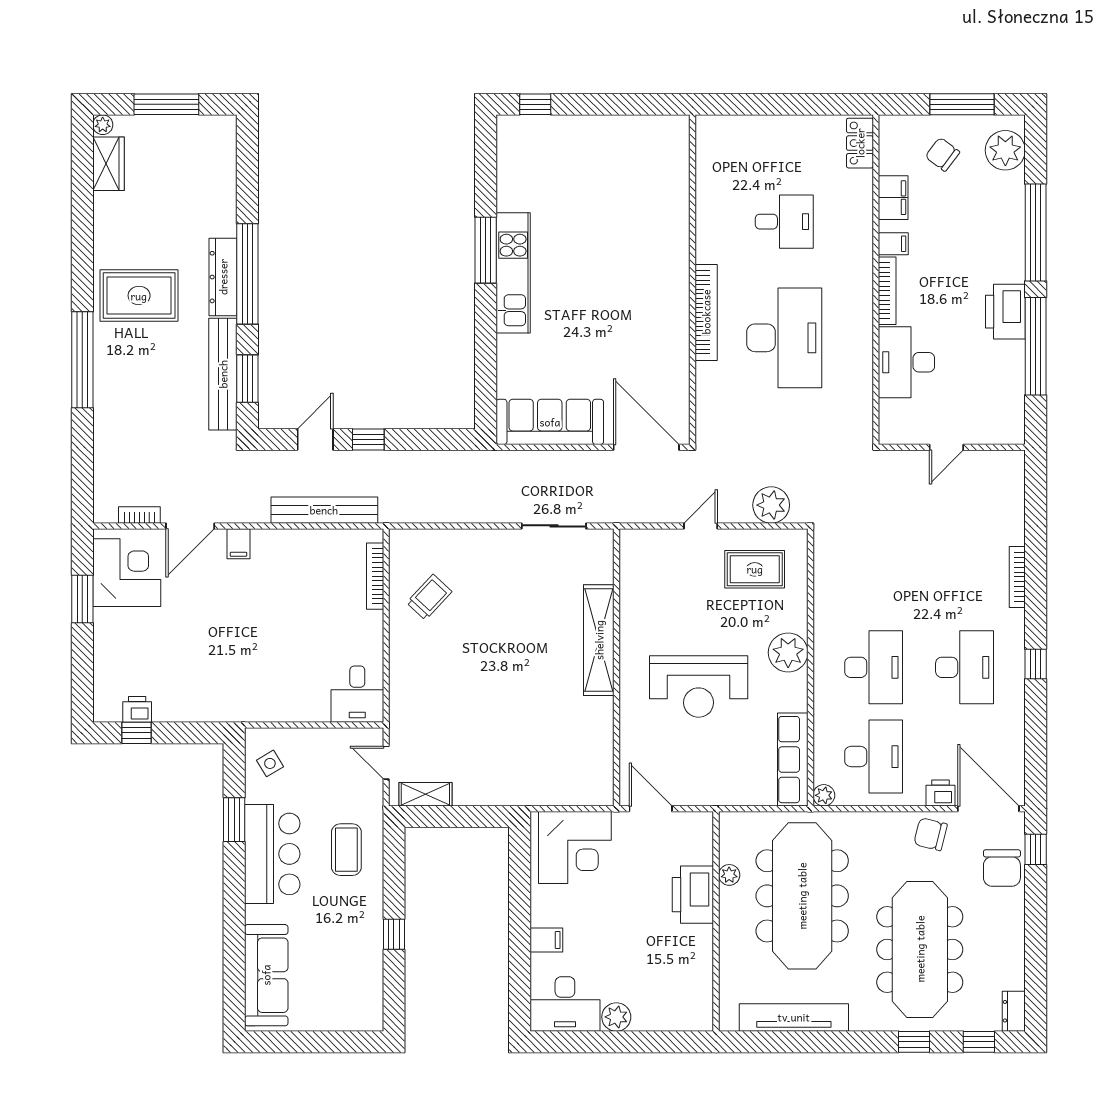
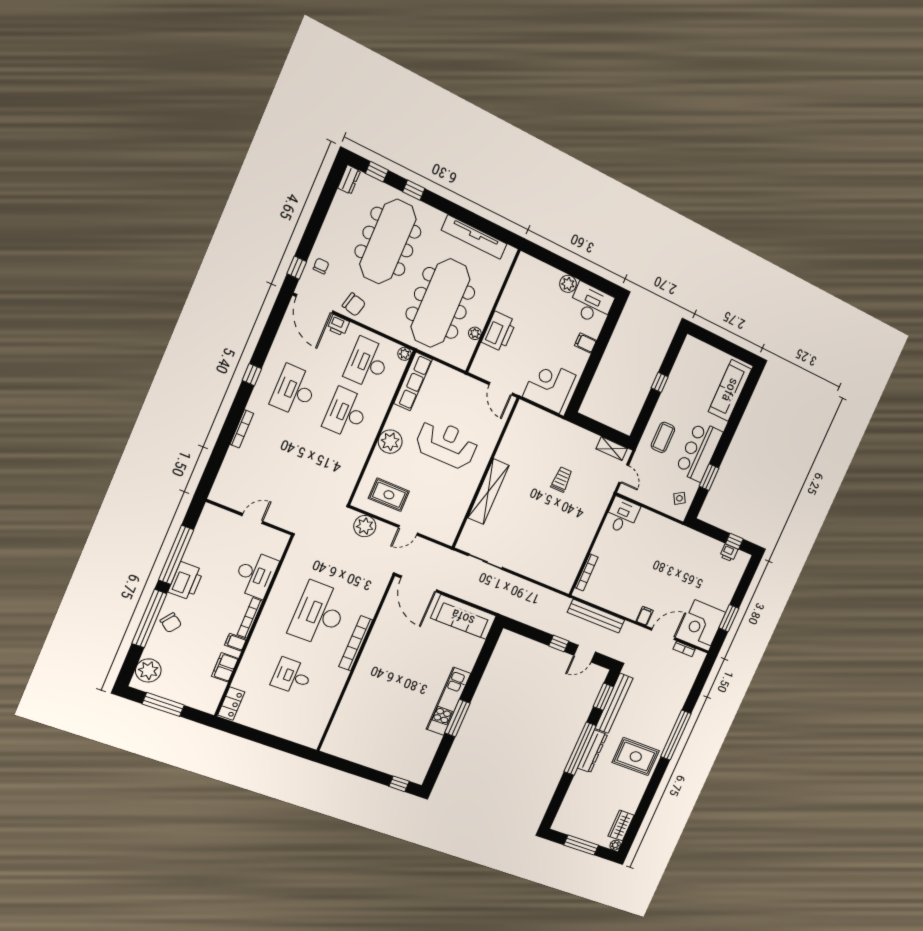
chair: (942, 154) -> (171, 623), moved
trolley: (429, 597) -> (562, 480), moved, turned 137
chair: (1002, 868) -> (321, 266), width x0.54, depth x0.54

